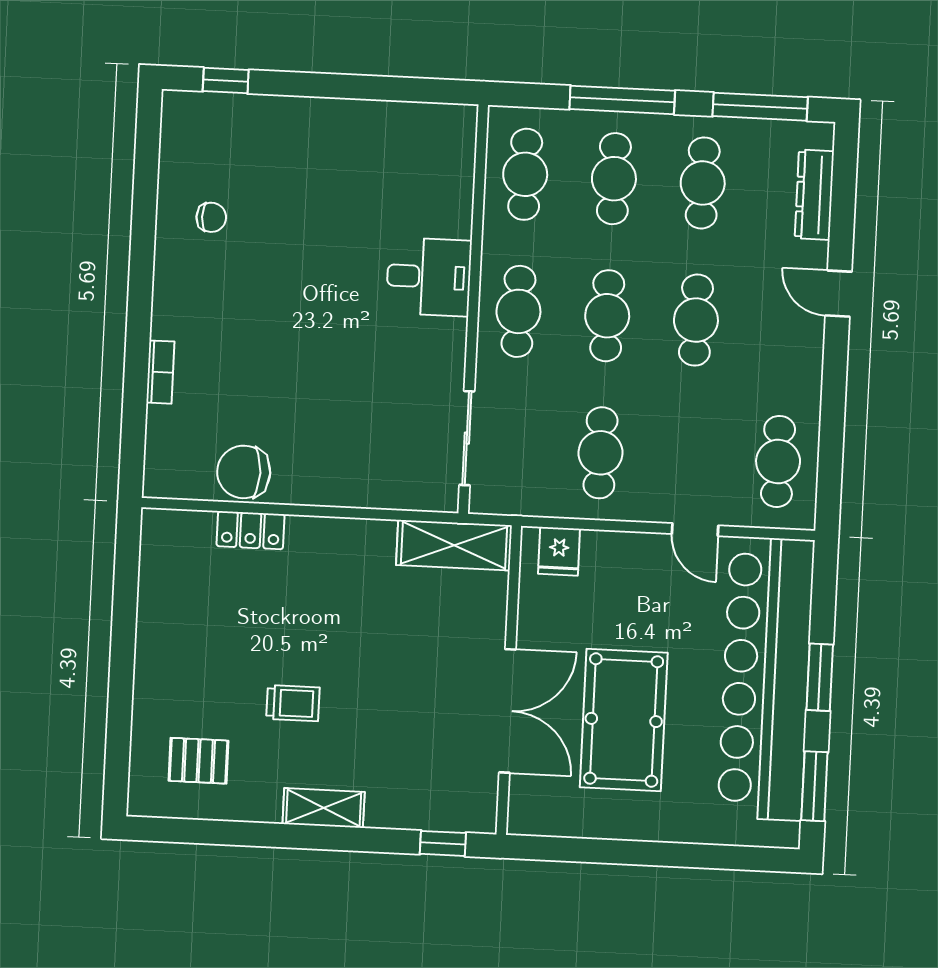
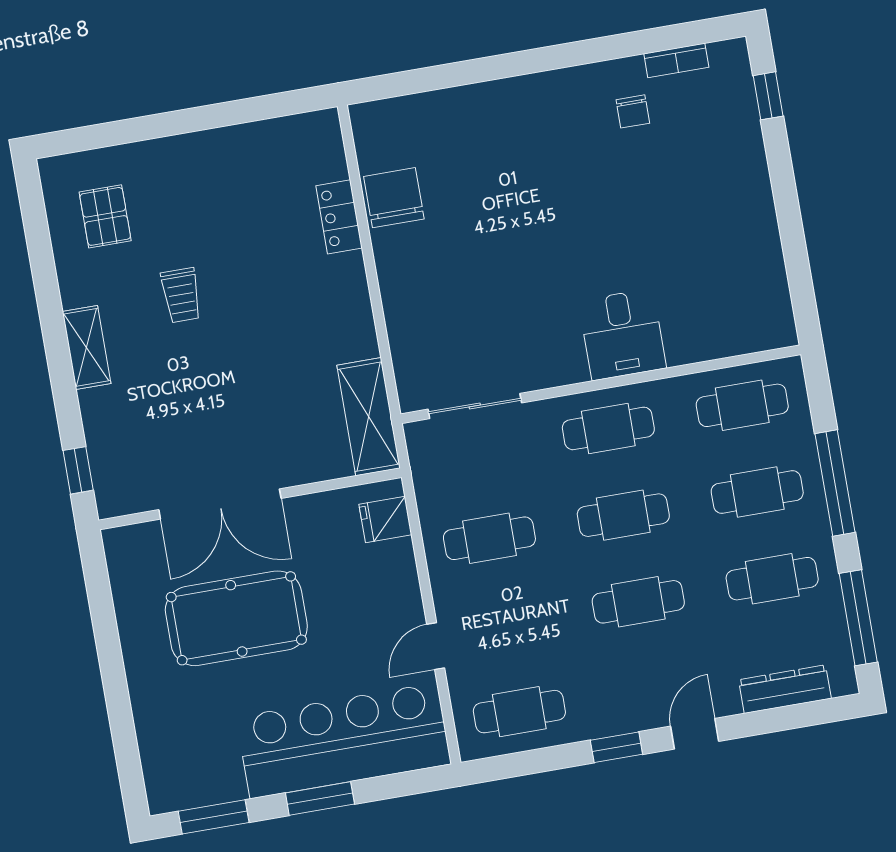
bookcase: (160, 372) -> (676, 60), moved
window: (835, 374) -> (616, 747), added
bar counter: (766, 679) -> (344, 741), width x0.73

